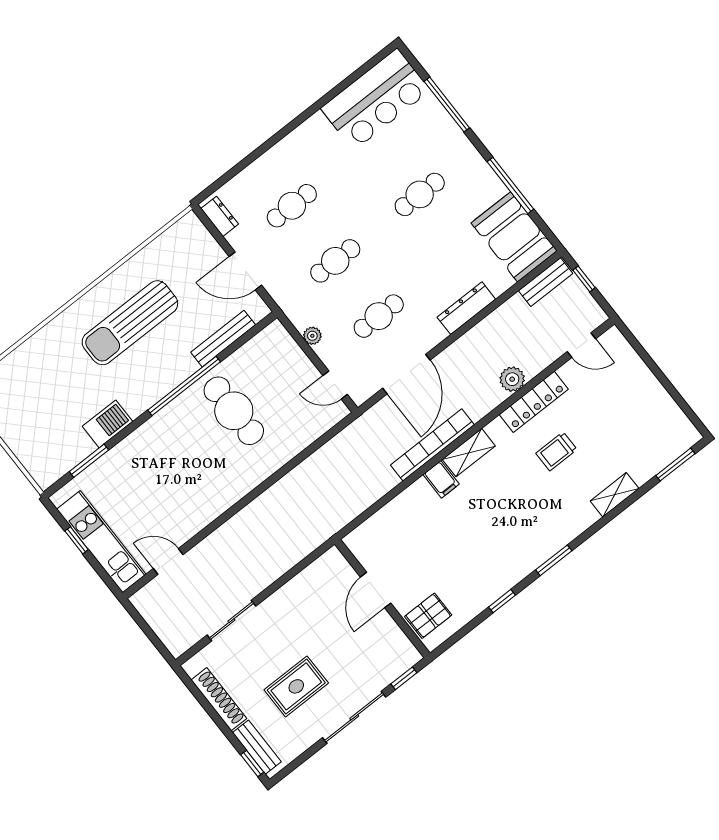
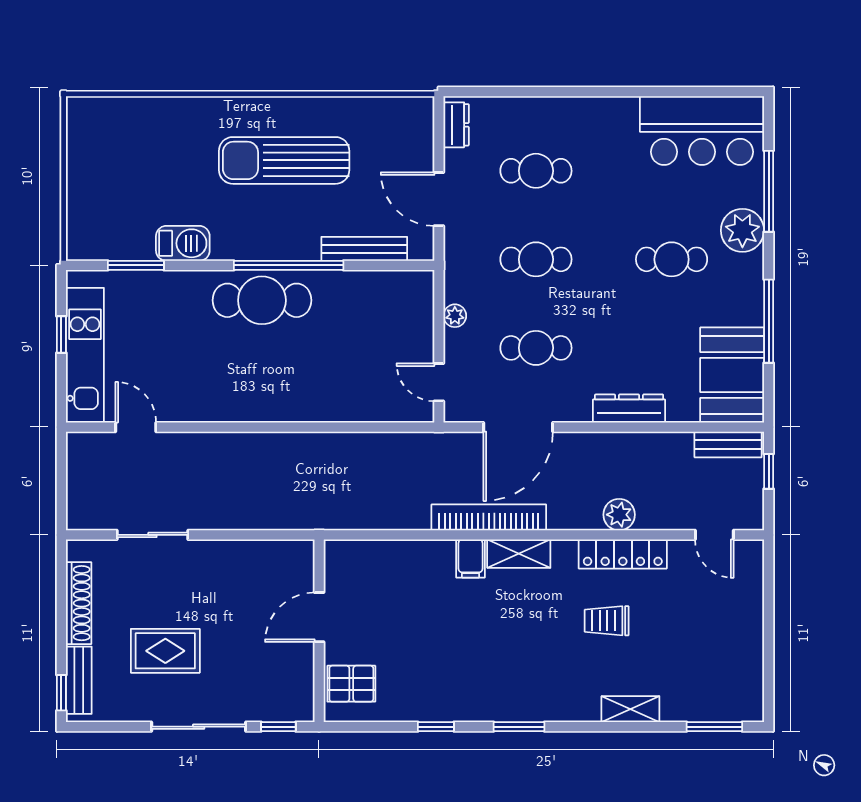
plant: (450, 142) -> (742, 230), added
cafe table: (234, 411) -> (262, 300), moved, turned 90

